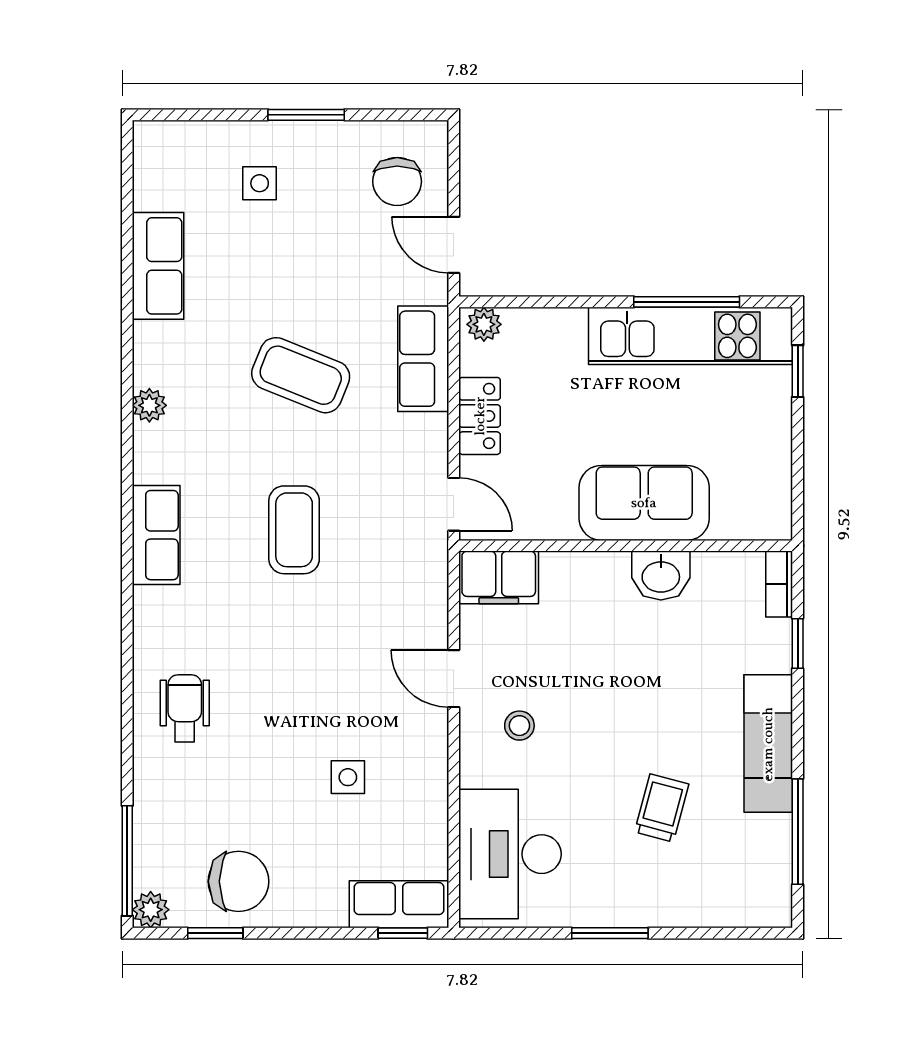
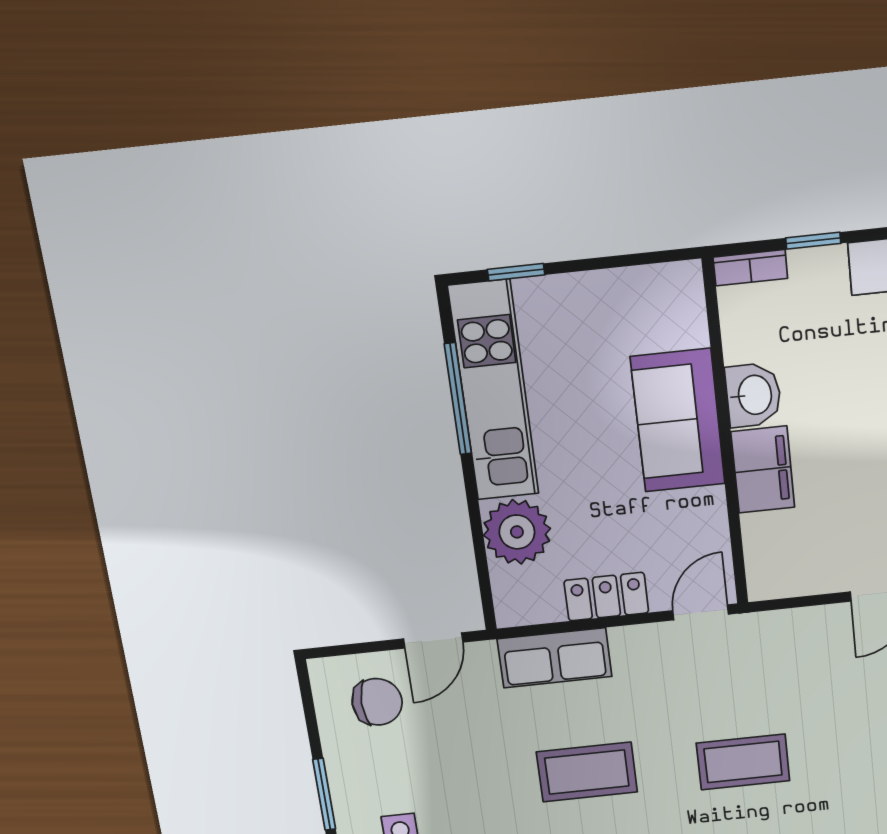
plant: (484, 324) -> (517, 532), moved, width x1.88, depth x1.88
coffee table: (301, 375) -> (587, 772), turned 68
filing cabinet: (499, 577) -> (763, 470), moved

